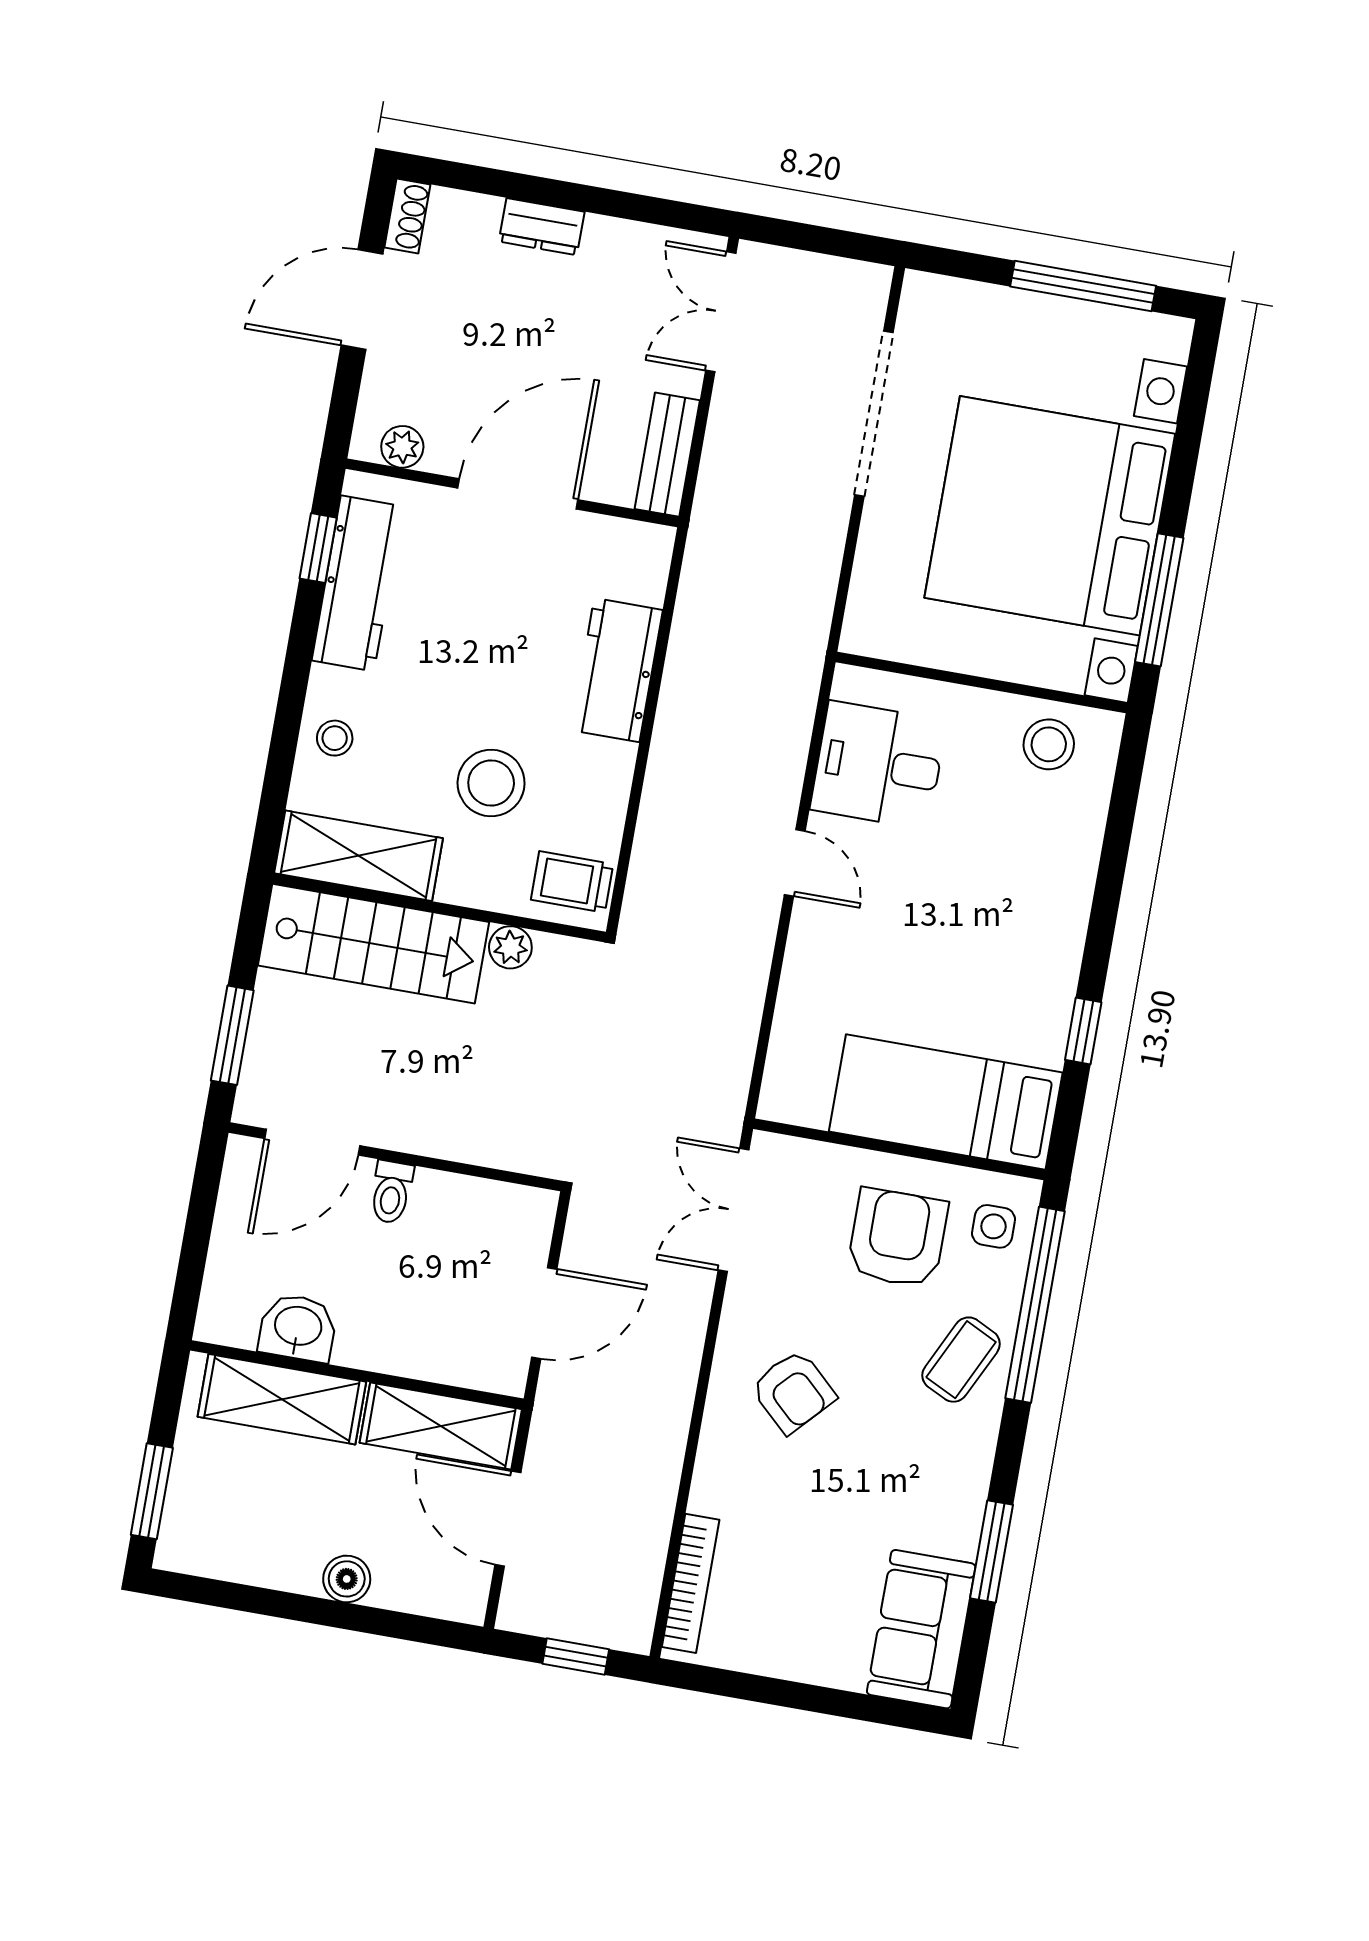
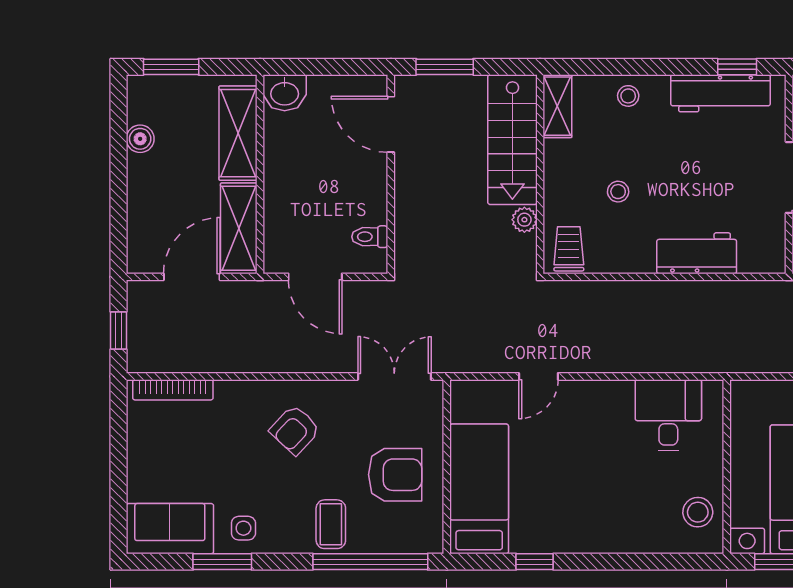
stool: (491, 783) -> (618, 192), width x0.53, depth x0.53
shelving: (359, 856) -> (557, 106), width x0.67, depth x0.75
door: (795, 863) -> (538, 376), moved
toilet: (391, 1192) -> (370, 237), moved
side table: (993, 1226) -> (243, 528), moved
washbasin: (298, 1328) -> (285, 93), moved, turned 90
coffee table: (961, 1360) -> (331, 524), turned 64
boiler: (347, 1579) -> (140, 139), moved

